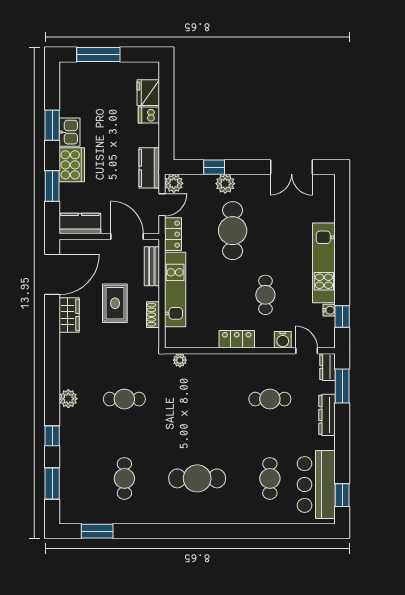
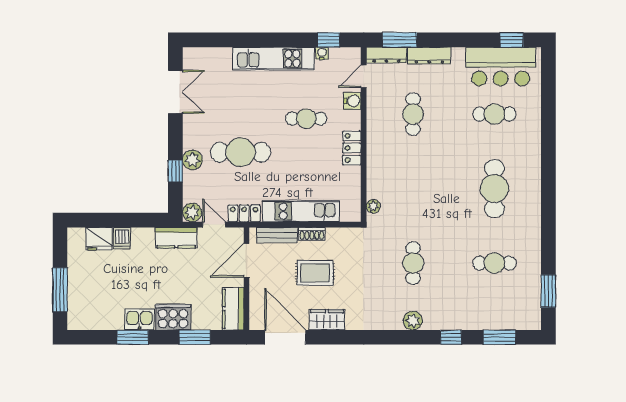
shoe rack: (153, 315) -> (312, 234), moved
dresser: (327, 367) -> (386, 55), width x1.44

